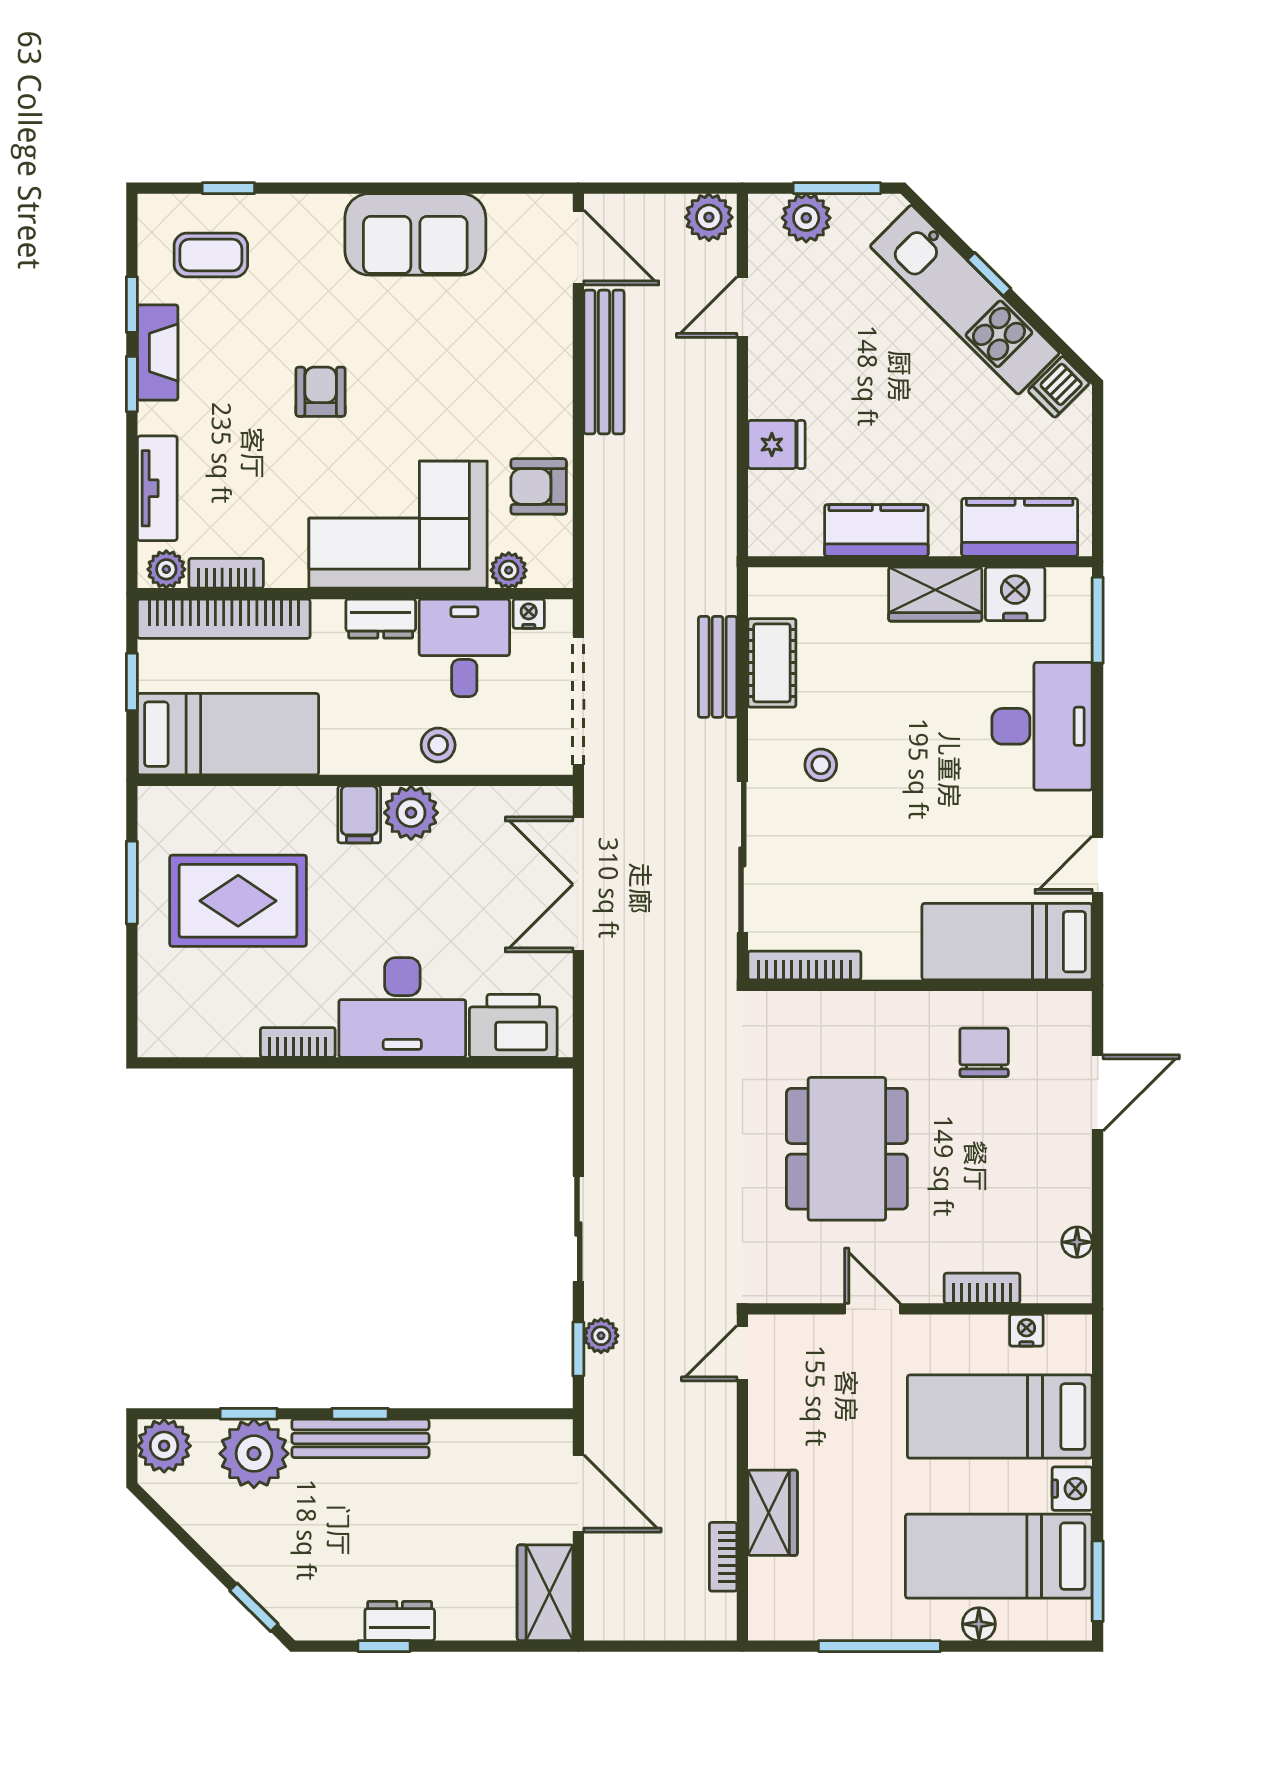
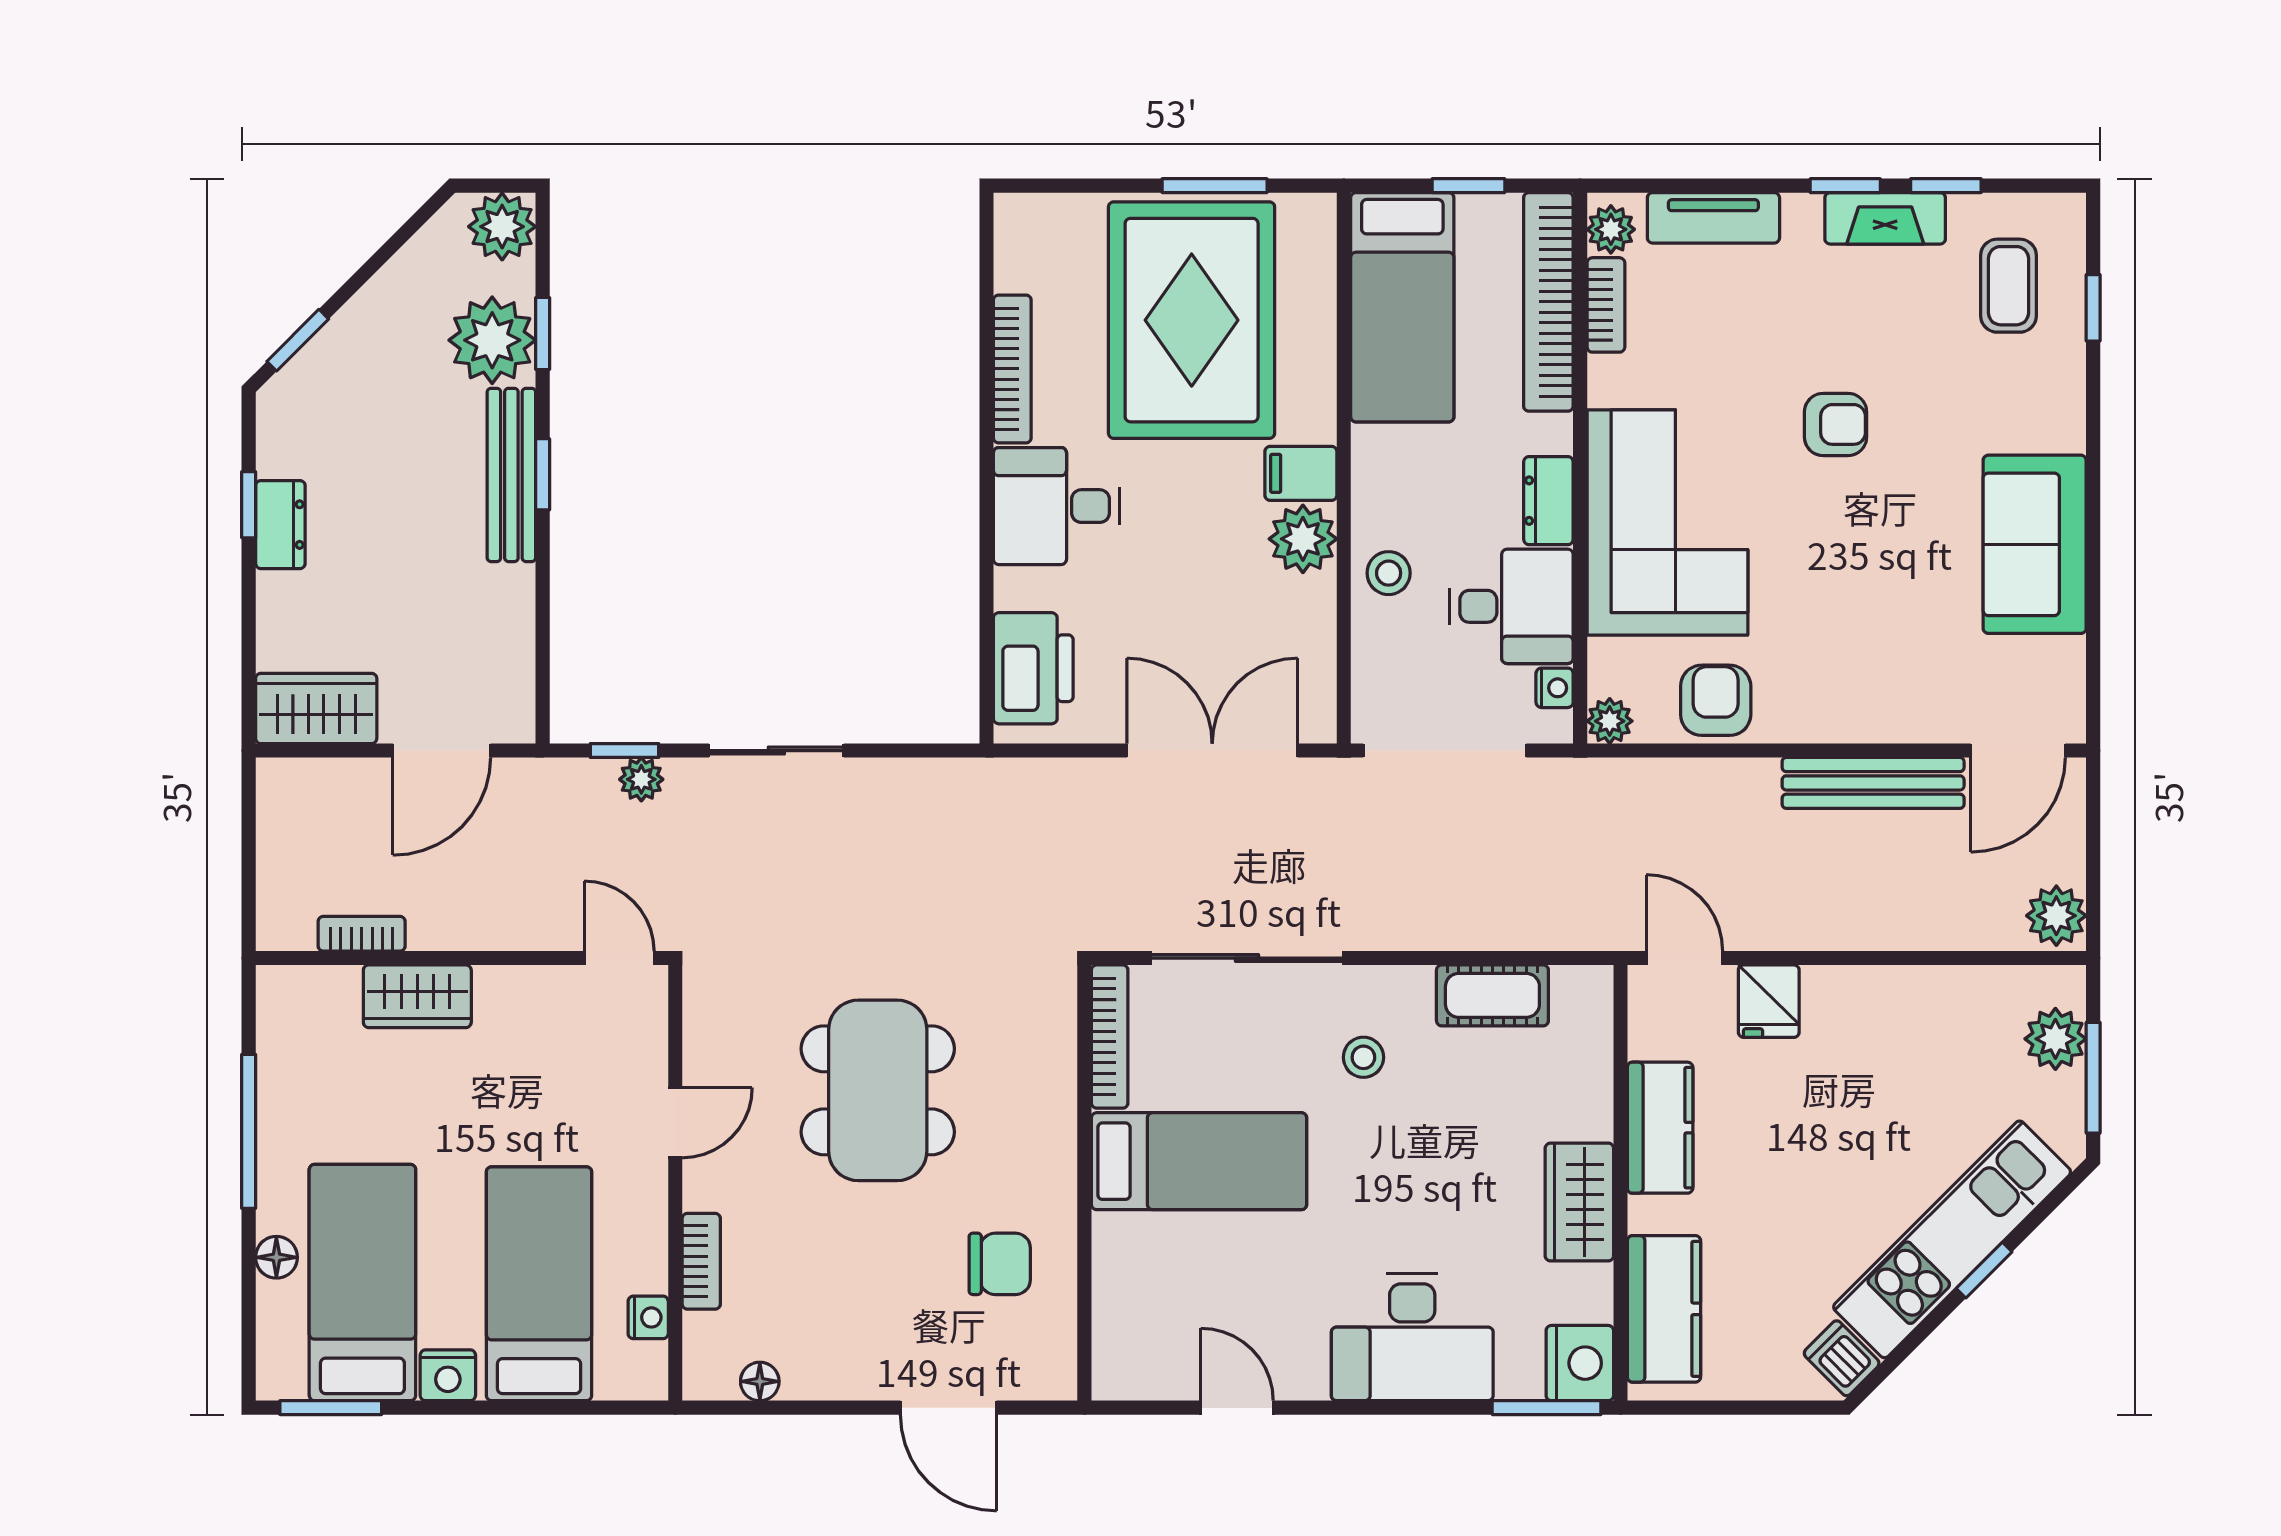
door: (742, 307) -> (1684, 958), moved
plant: (509, 570) -> (1610, 721), moved
nightstand: (1015, 594) -> (1580, 1363), moved
bench: (718, 667) -> (1488, 927), removed
rug: (238, 901) -> (1192, 320), width x1.37, depth x1.44
bed: (1007, 942) -> (1199, 1161), moved, turned 90
desk: (402, 1008) -> (1056, 506), width x0.73
bookcase: (298, 1042) -> (1012, 369), width x1.56
dining table: (847, 1149) -> (878, 1090), turned 90

